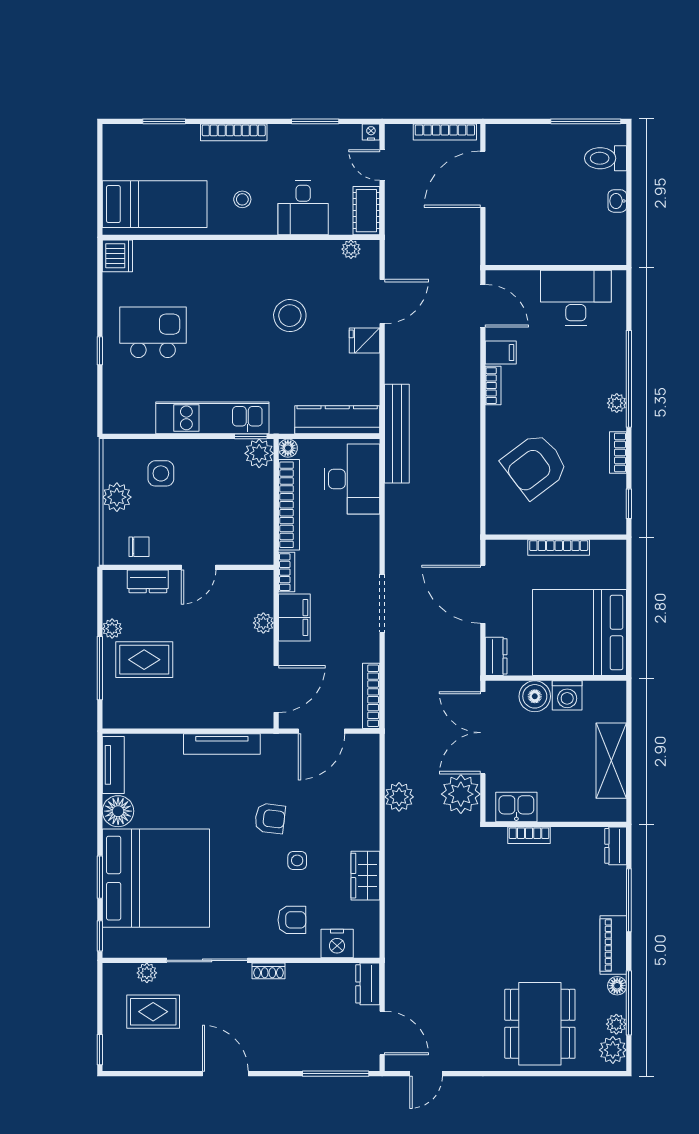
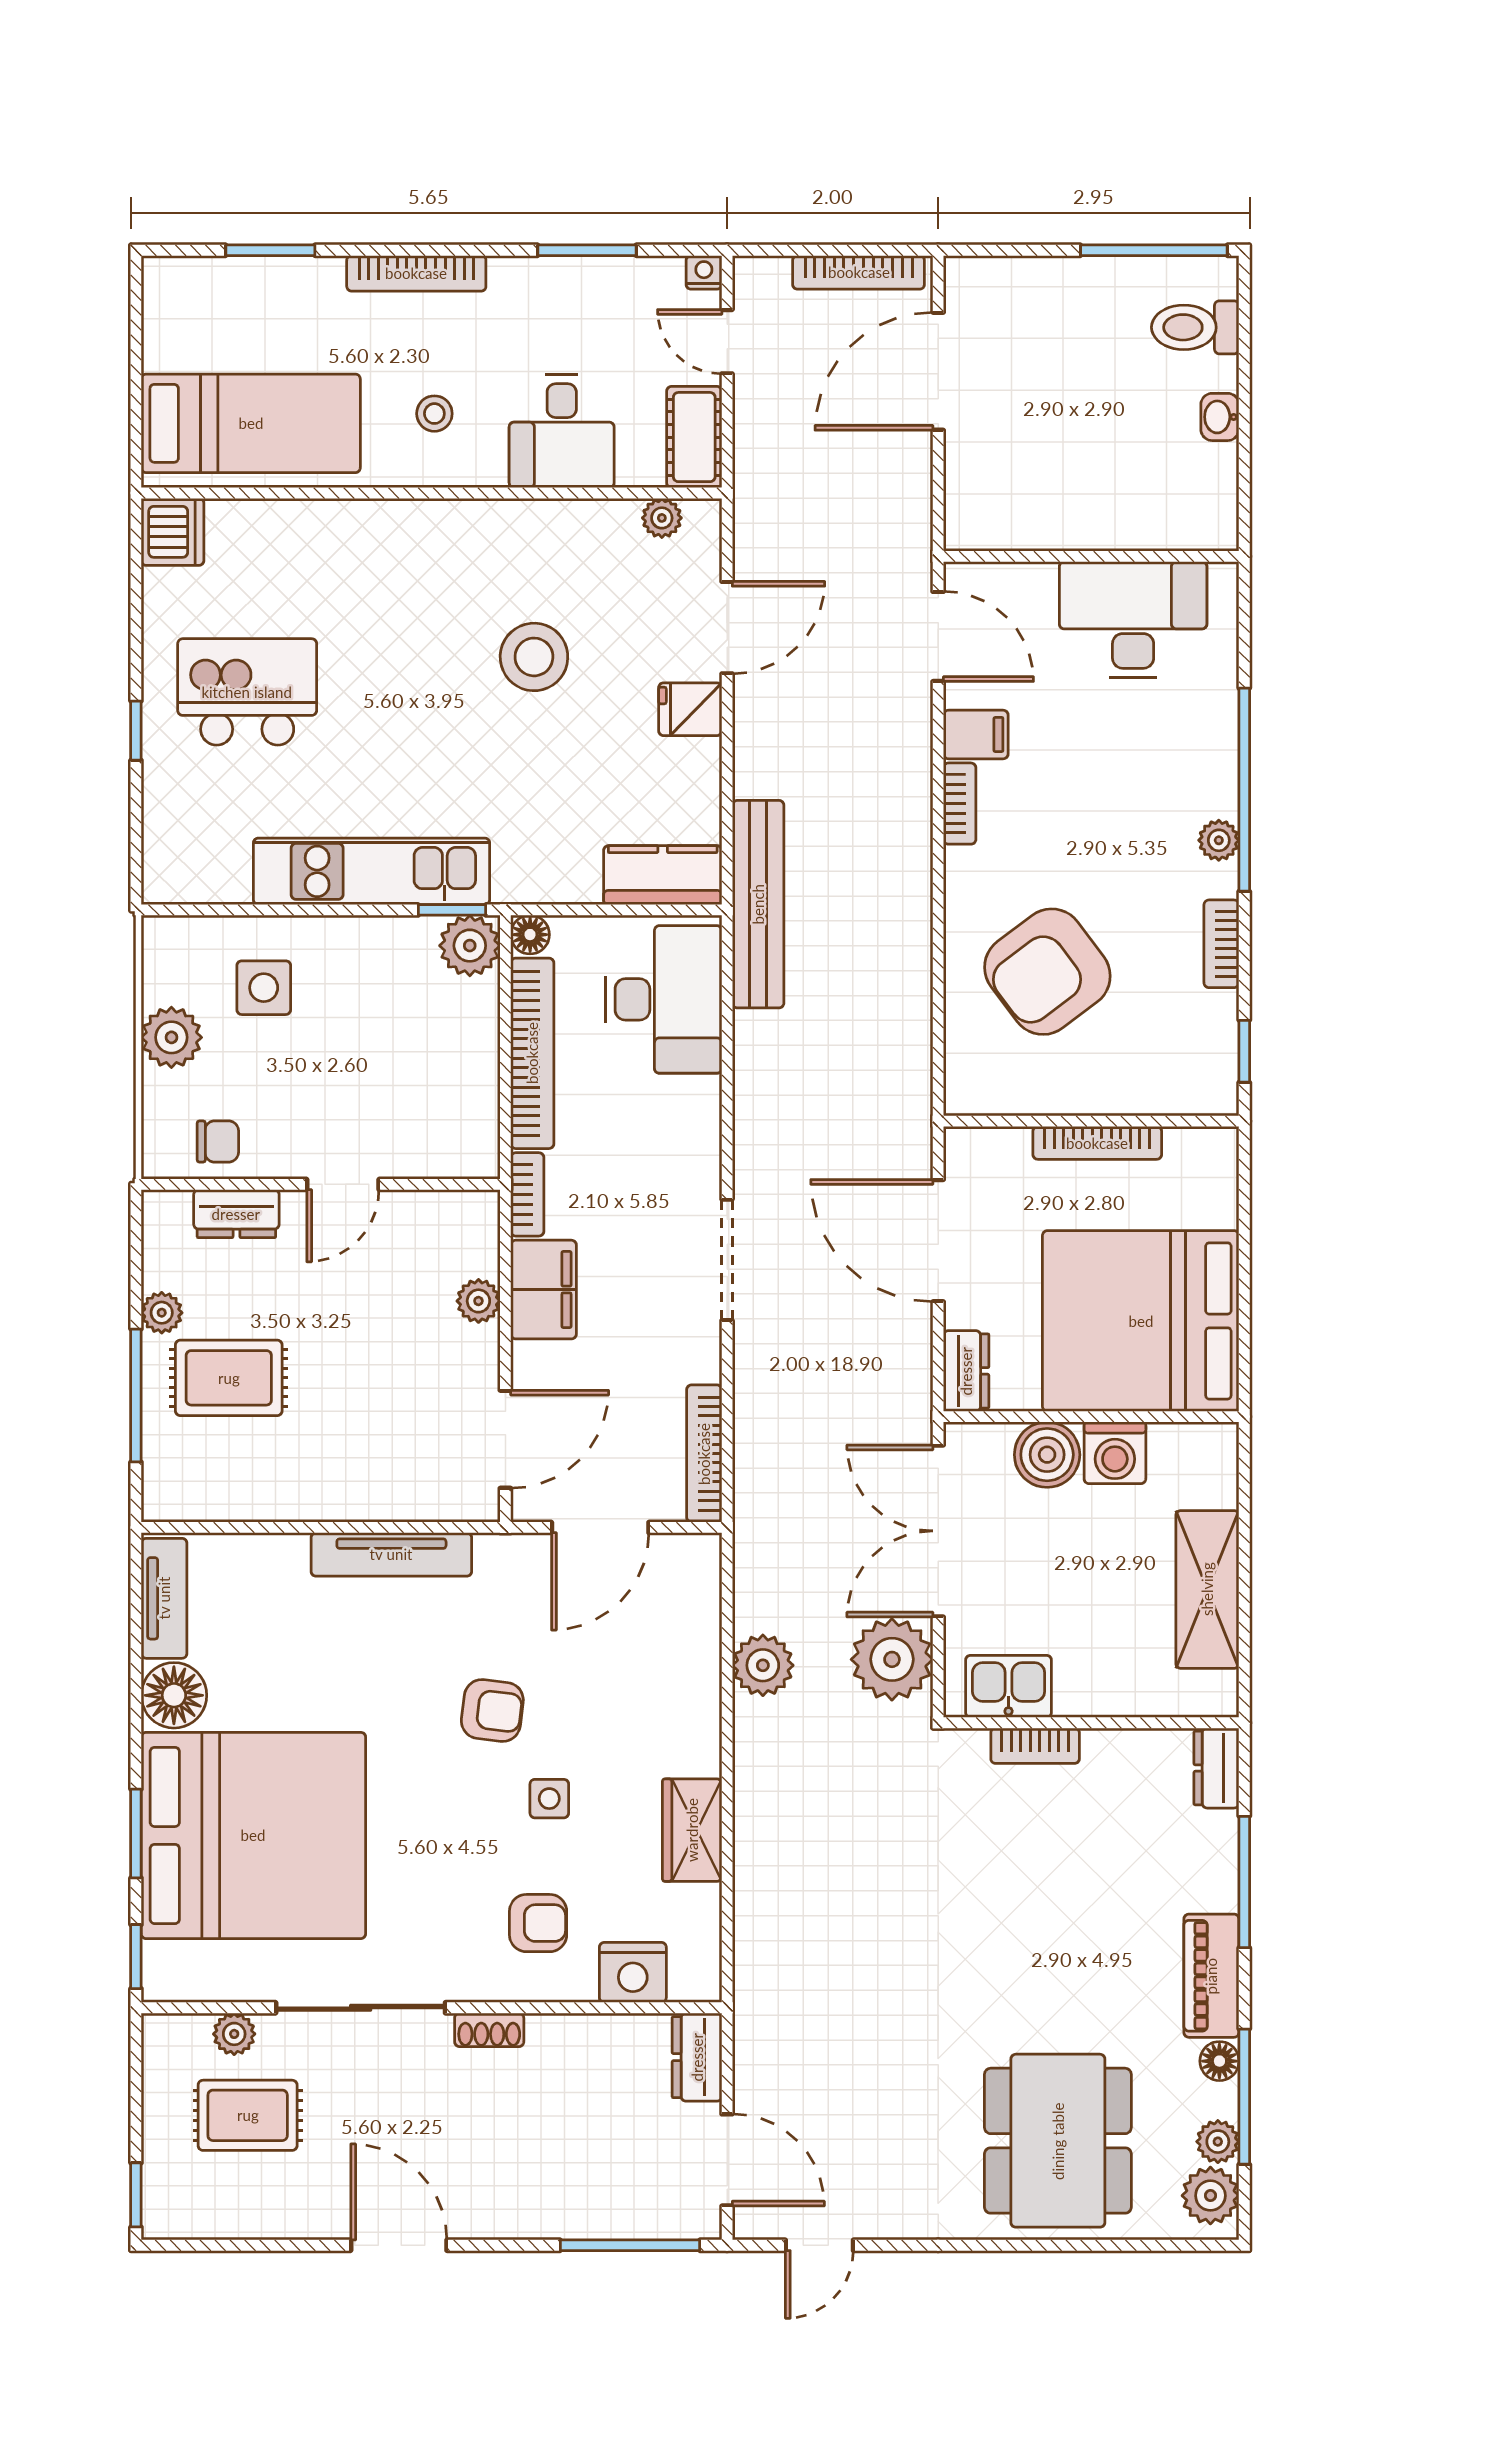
kitchen counter: (337, 420) -> (663, 875), width x0.67

